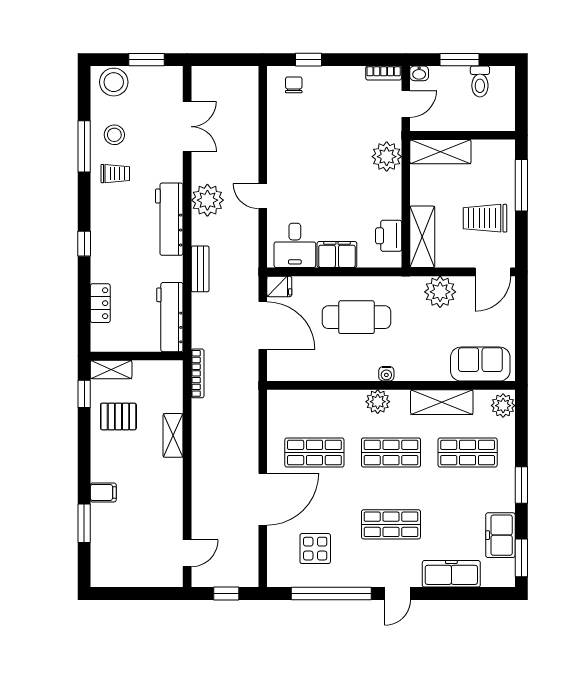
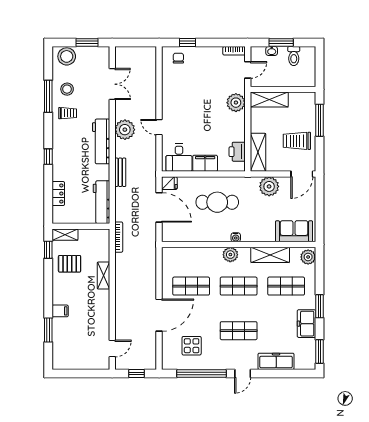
washbasin: (419, 73) -> (272, 51), moved
freezer: (500, 535) -> (306, 324), moved

